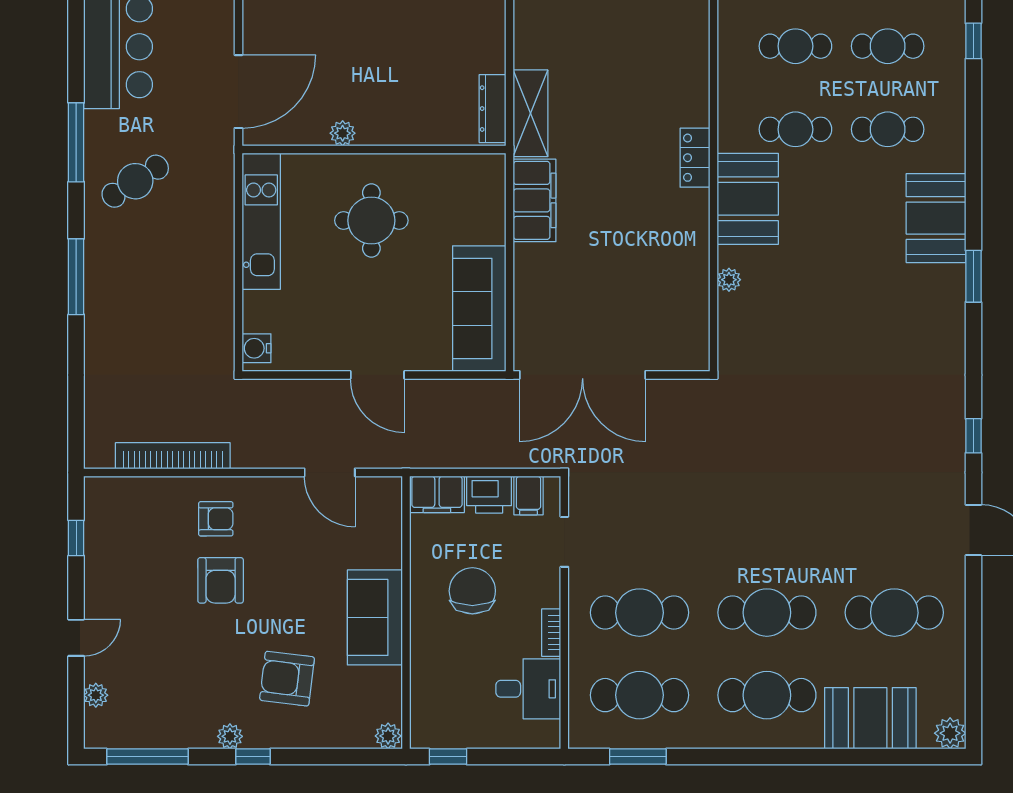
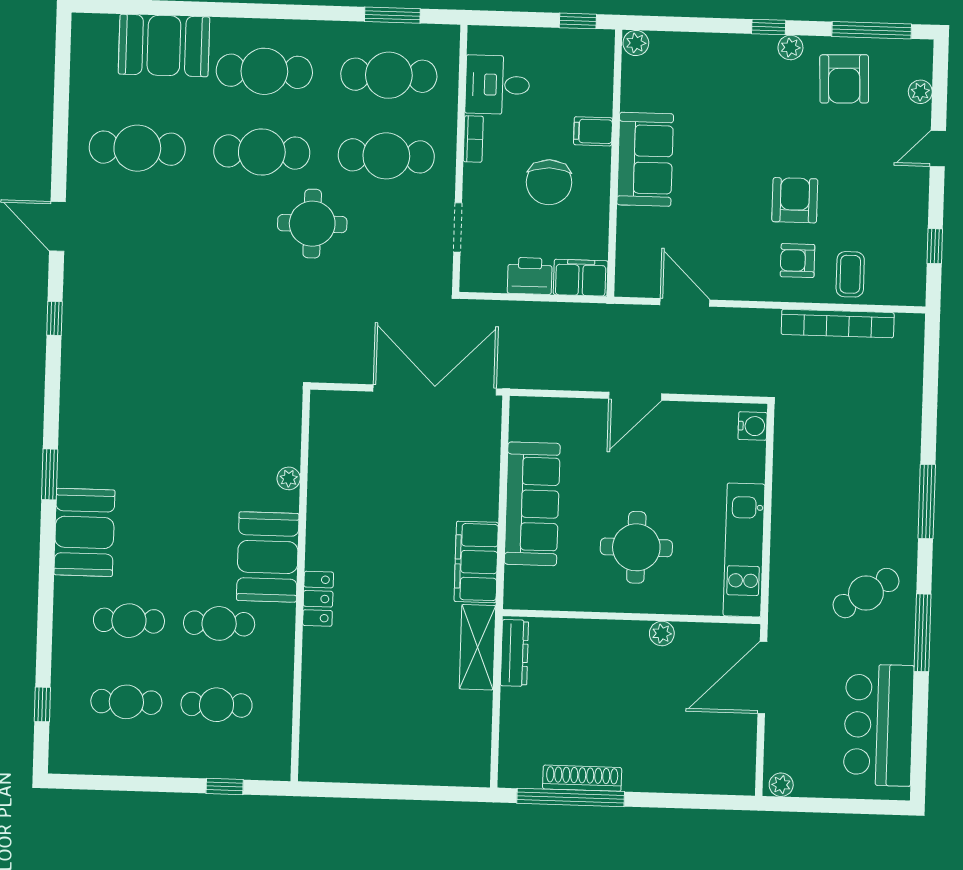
sofa: (479, 309) -> (532, 504), moved
door: (377, 375) -> (635, 396), swing flipped
filing cabinet: (528, 495) -> (593, 131), moved, turned -90
coffee table: (162, 506) -> (850, 274), added
round table: (713, 541) -> (312, 224), added
armchair: (287, 679) -> (844, 79), moved, turned 81
plant: (950, 733) -> (86, 28), removed

